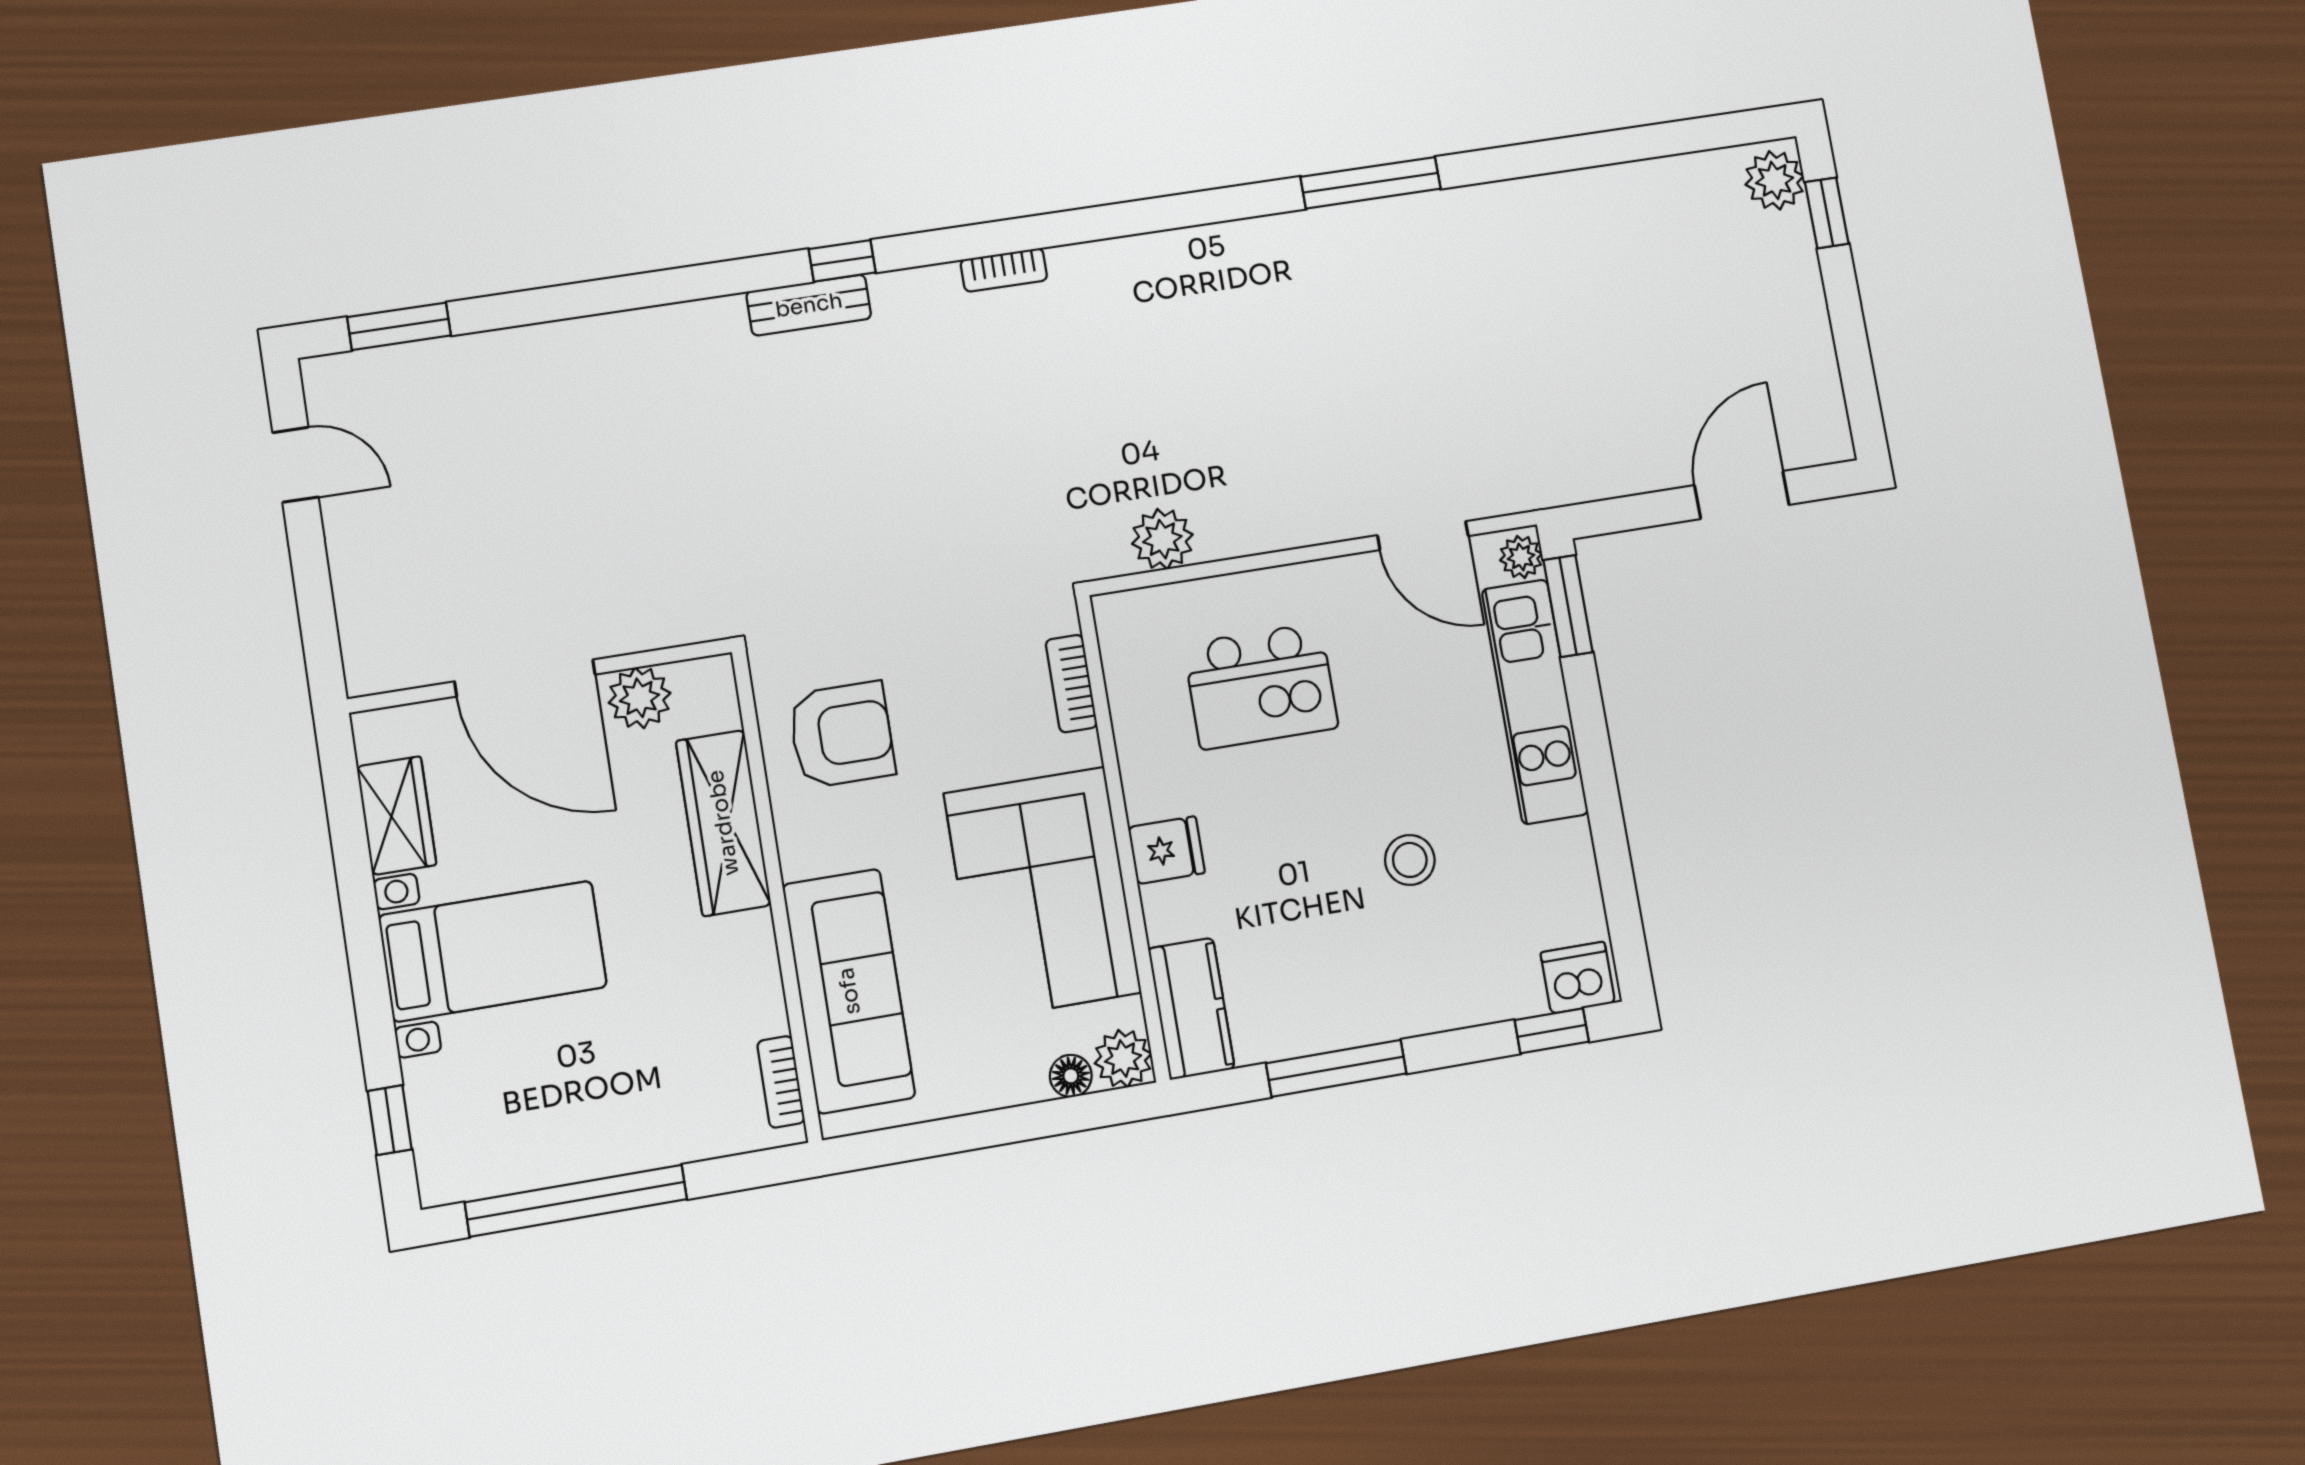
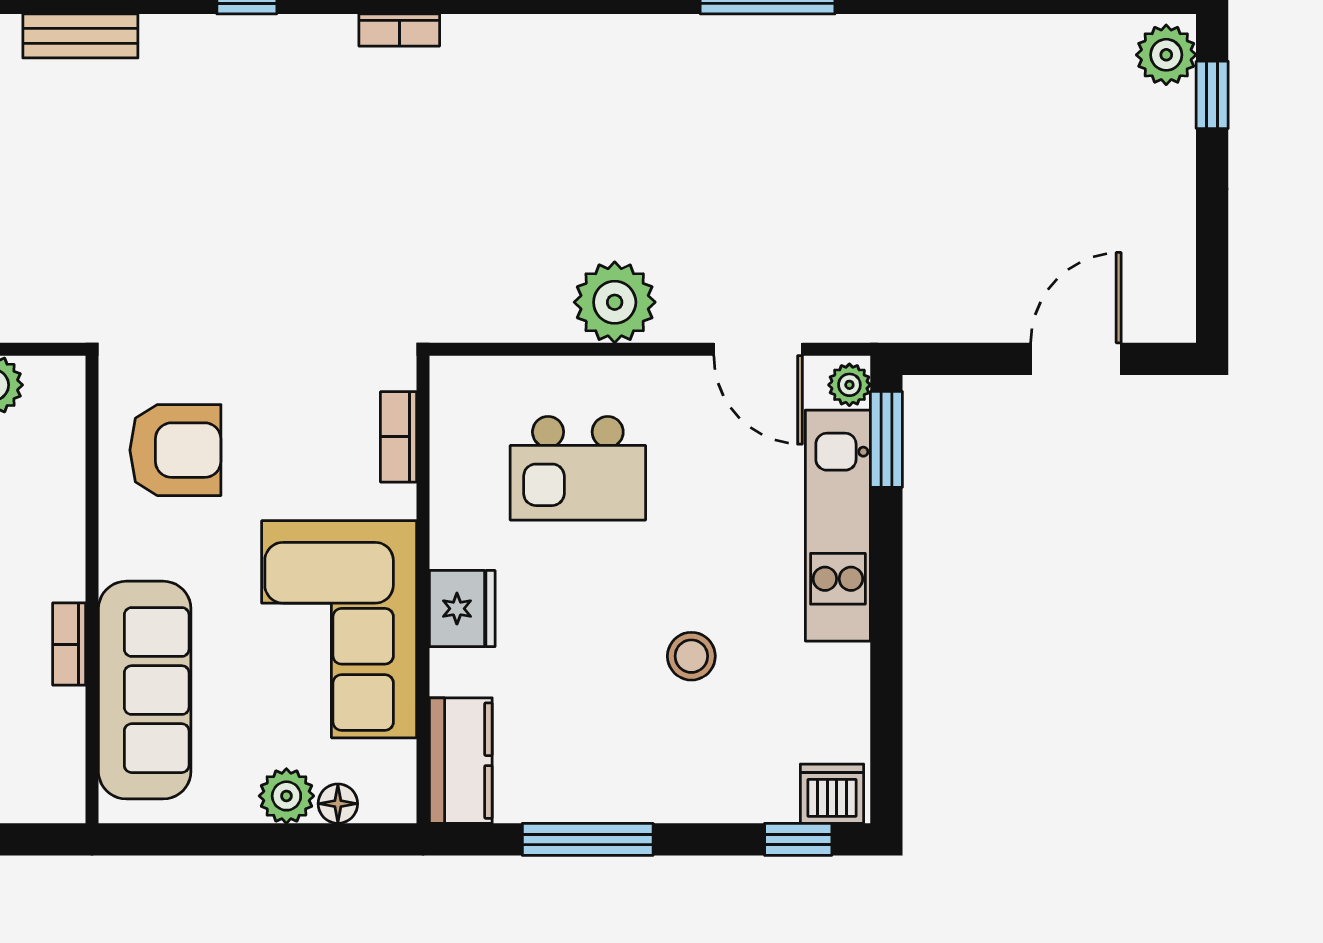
bench: (809, 305) -> (80, 36), moved
plant: (1162, 539) -> (615, 302), moved, width x1.36, depth x1.36
wardrobe: (723, 823) -> (53, 515), removed
fridge: (1166, 850) -> (462, 609), width x1.38
plant: (1123, 1059) -> (286, 796), moved
bookcase: (781, 1082) -> (69, 644), moved

